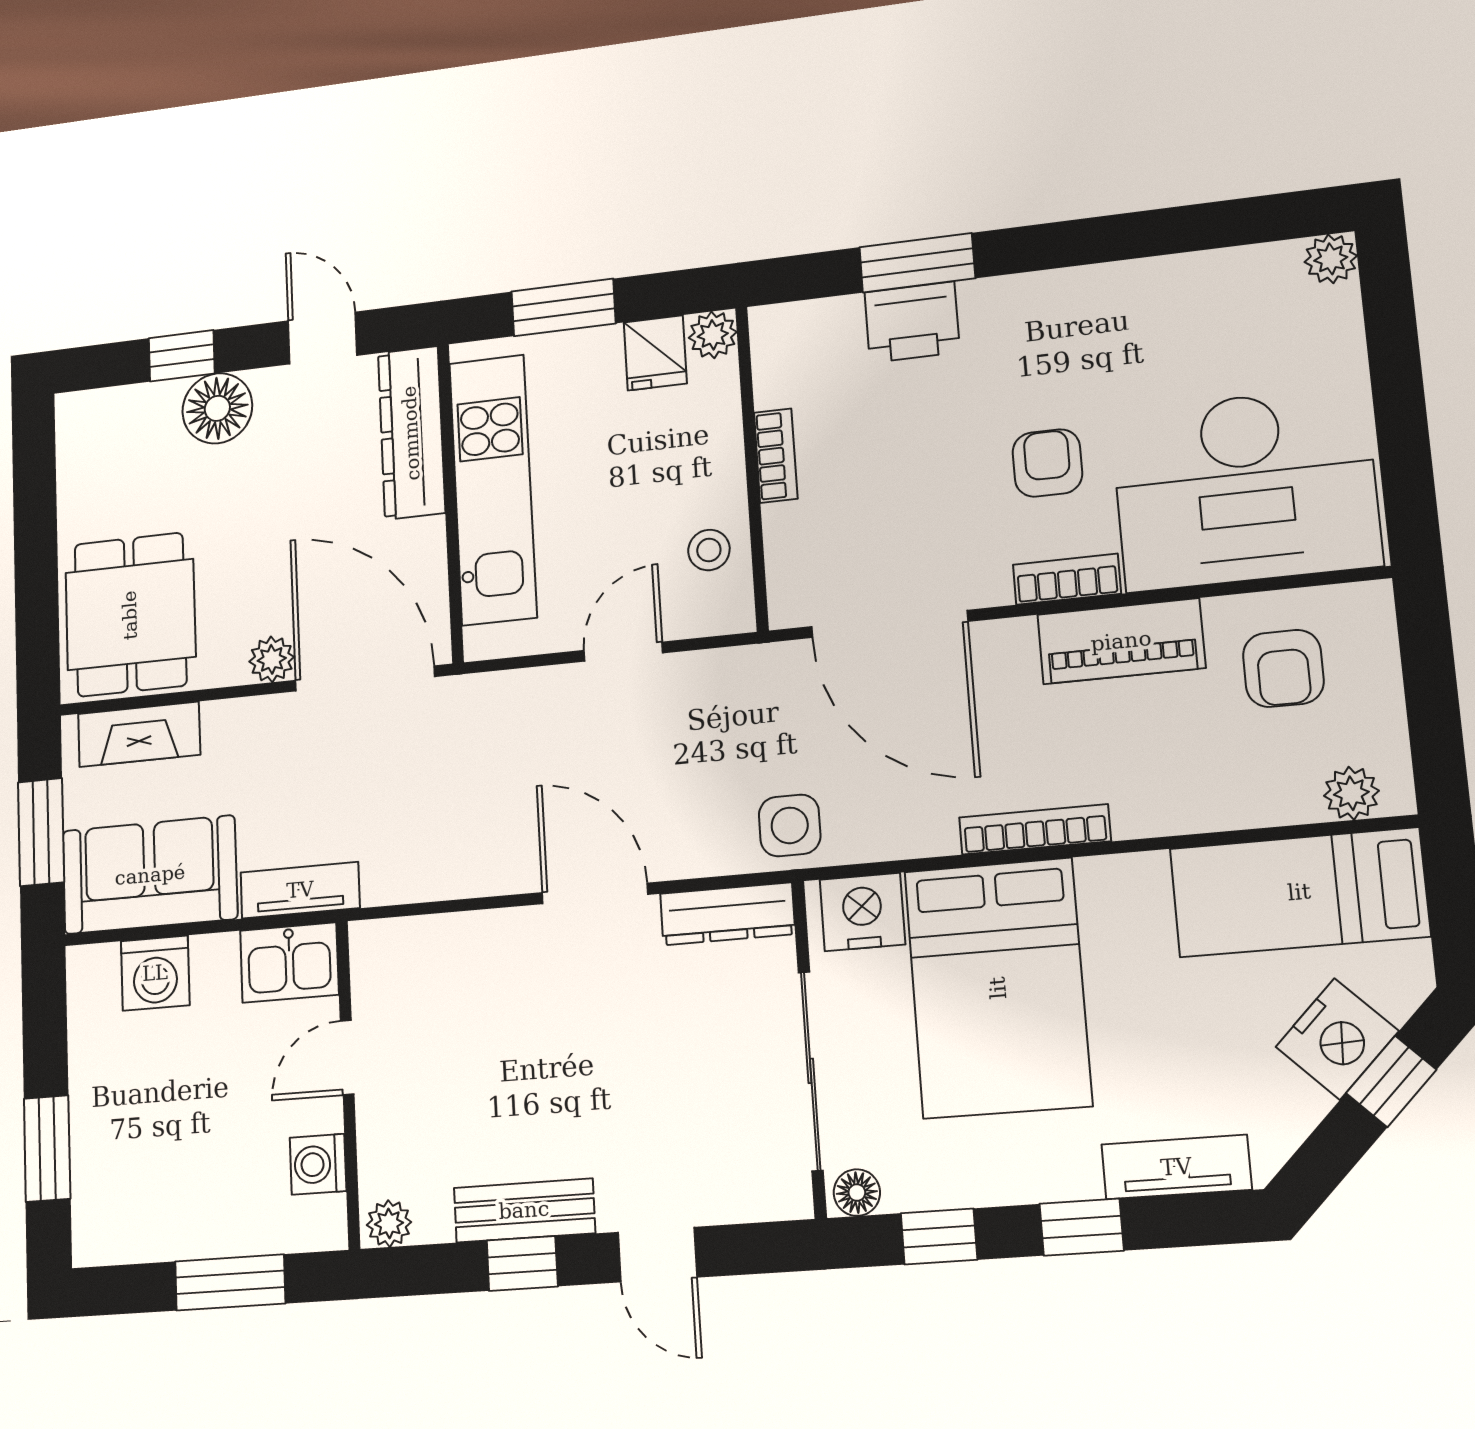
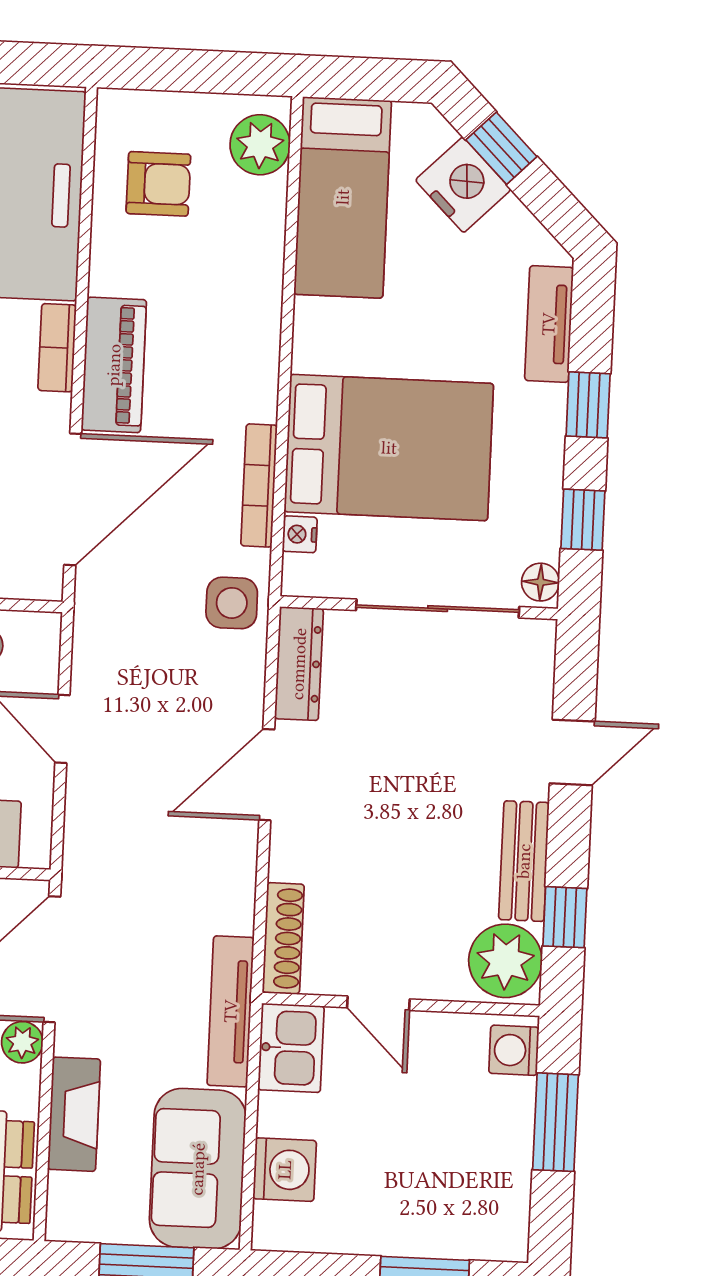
piano: (1121, 641) -> (114, 365), moved
fireplace: (139, 734) -> (74, 1114), moved
plant: (1351, 793) -> (260, 145), width x1.38, depth x1.38
bookcase: (1035, 829) -> (259, 485), moved
tv unit: (300, 890) -> (231, 1011), width x1.41
nightstand: (862, 912) -> (300, 534), width x0.53, depth x0.56
shoe rack: (411, 937) -> (283, 938), added
washing machine: (318, 1164) -> (514, 1050), moved, turned 90
plant: (389, 1223) -> (505, 961), width x1.87, depth x1.87
window: (522, 1263) -> (565, 917), moved

